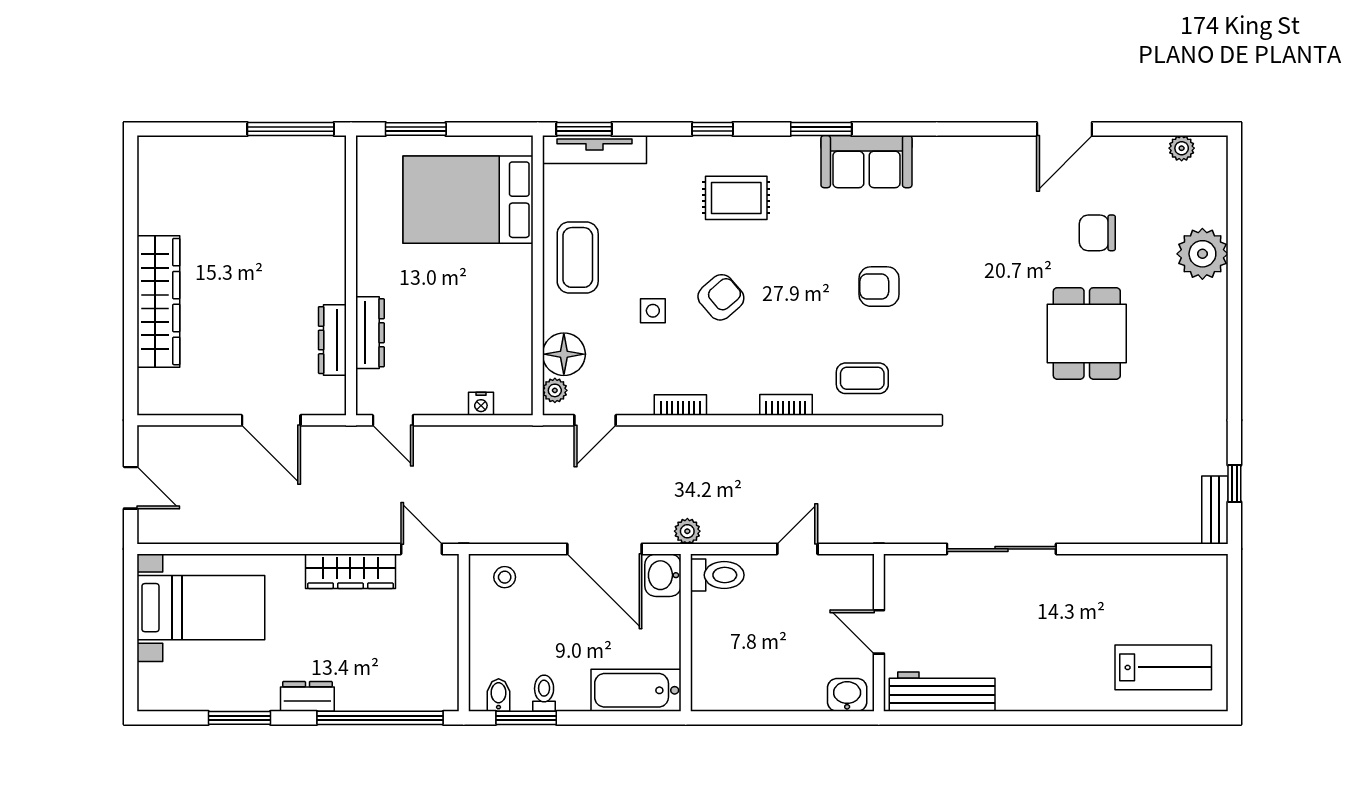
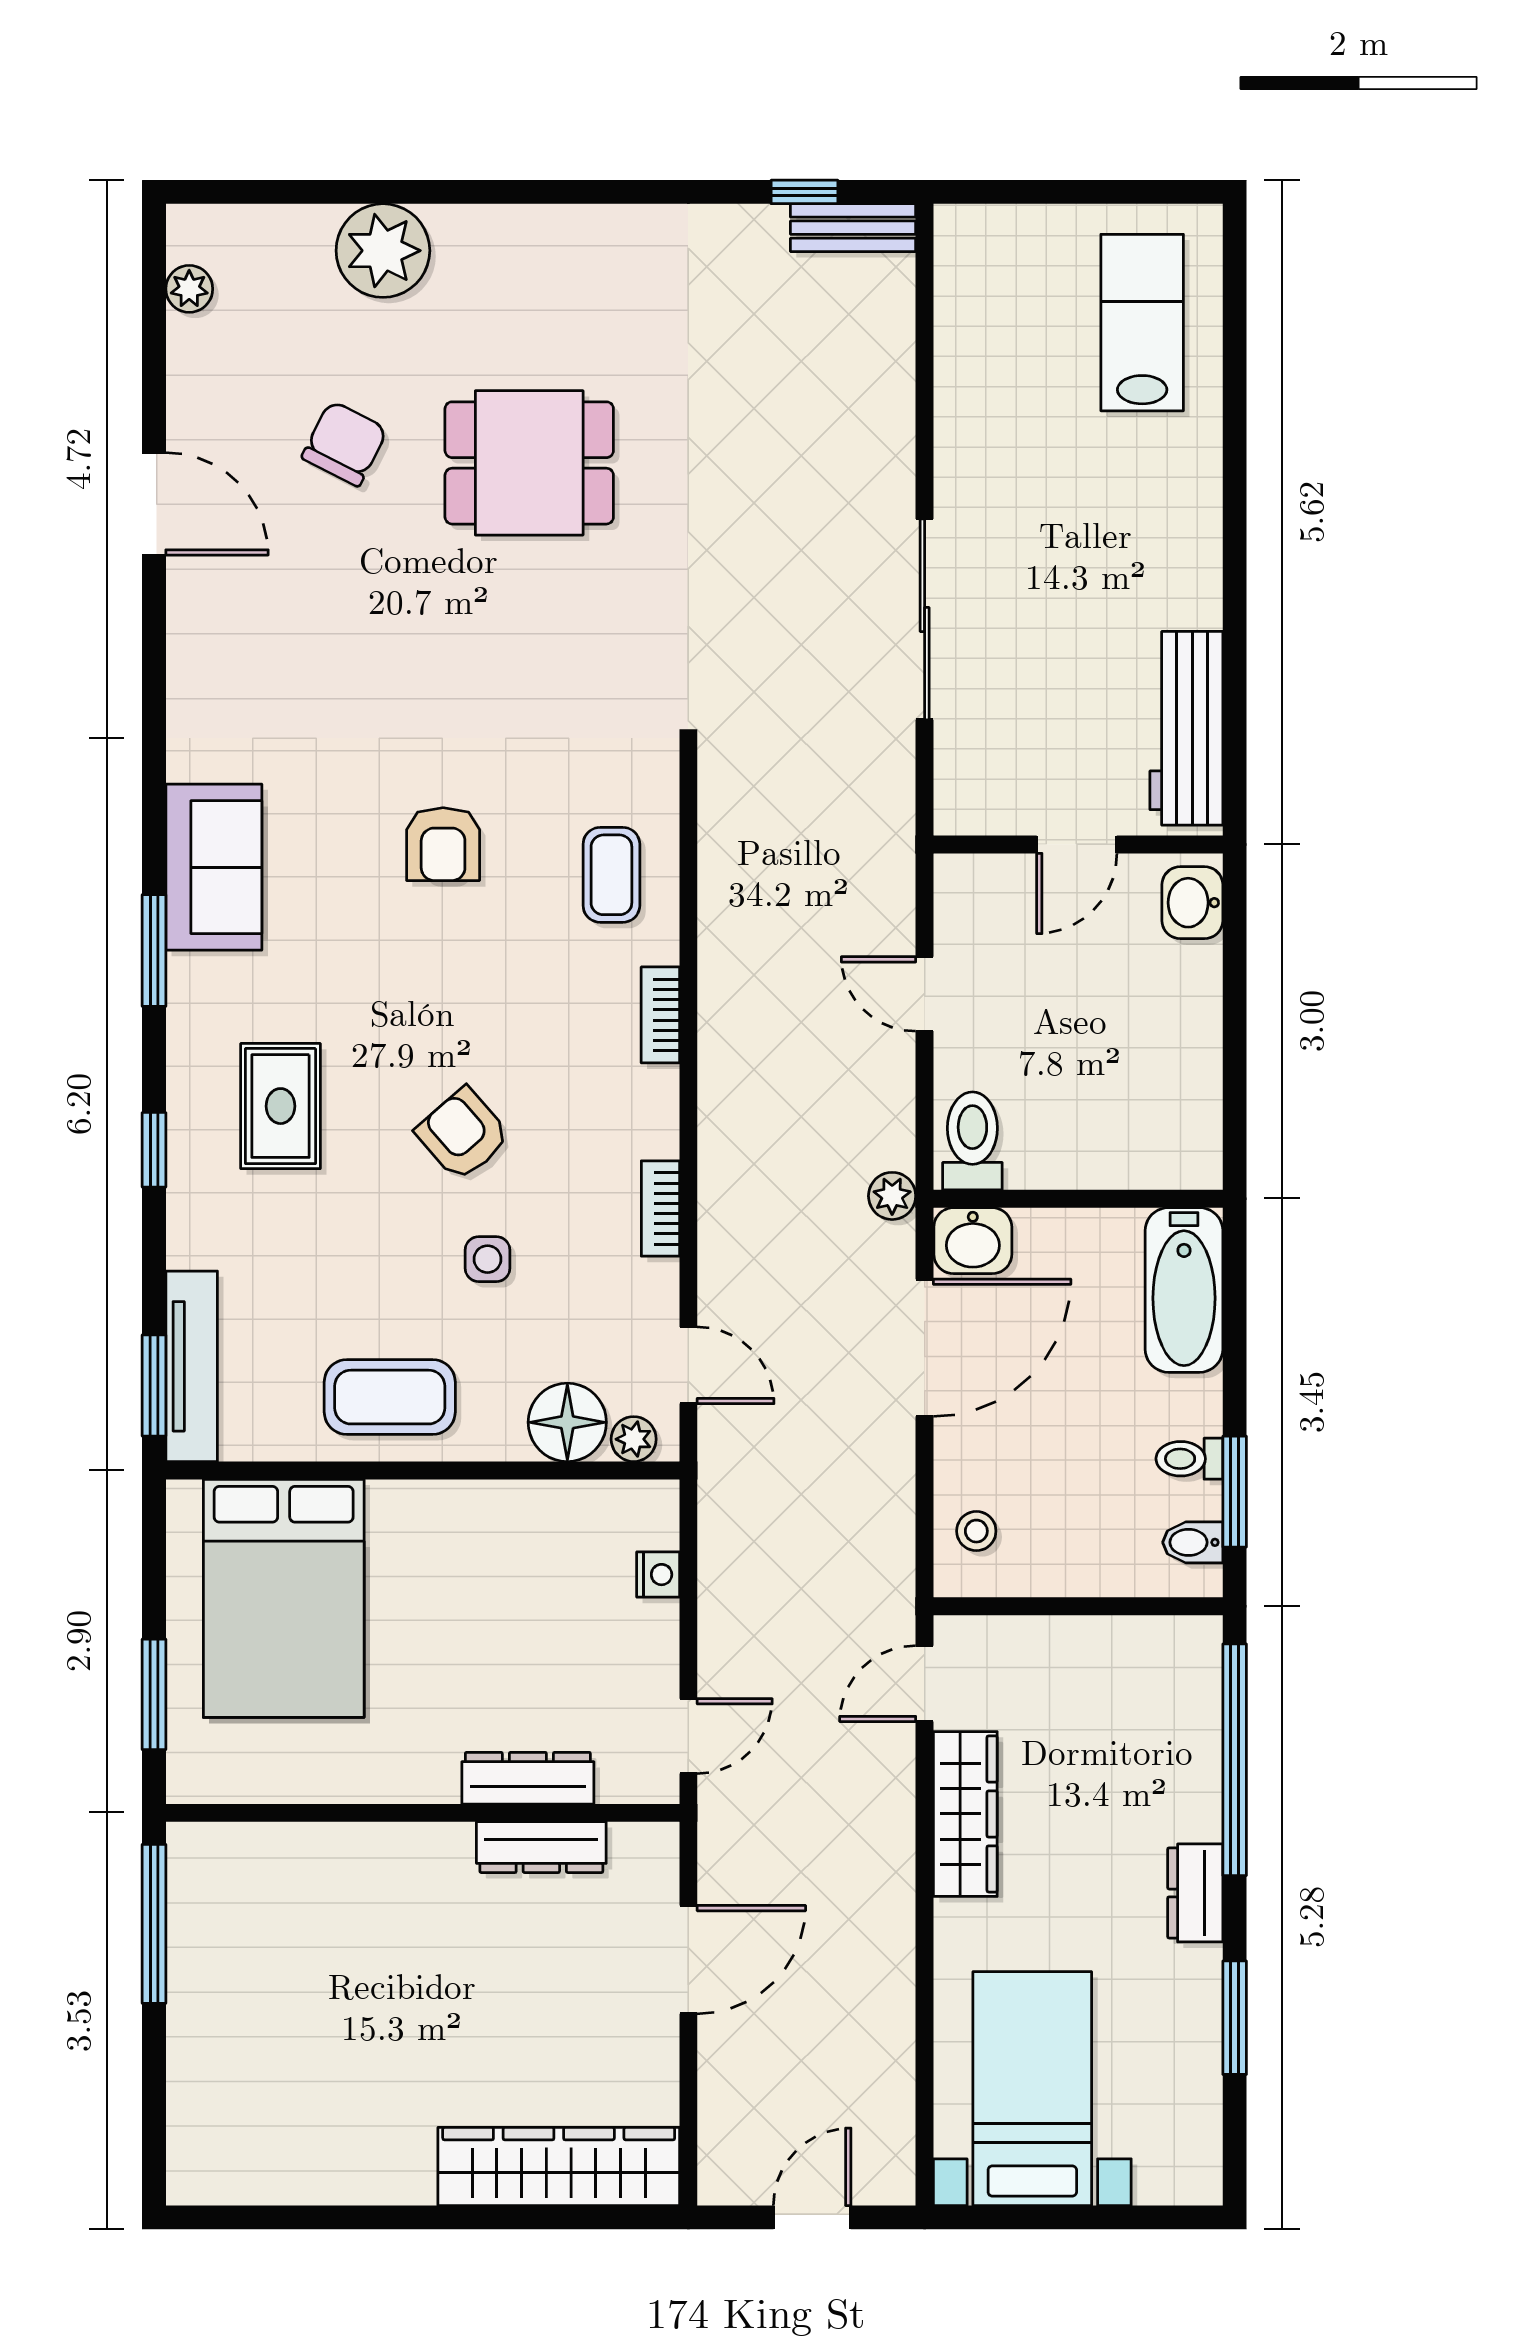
chair: (1097, 233) -> (345, 444), turned -153
wardrobe: (158, 302) -> (559, 2166), moved

